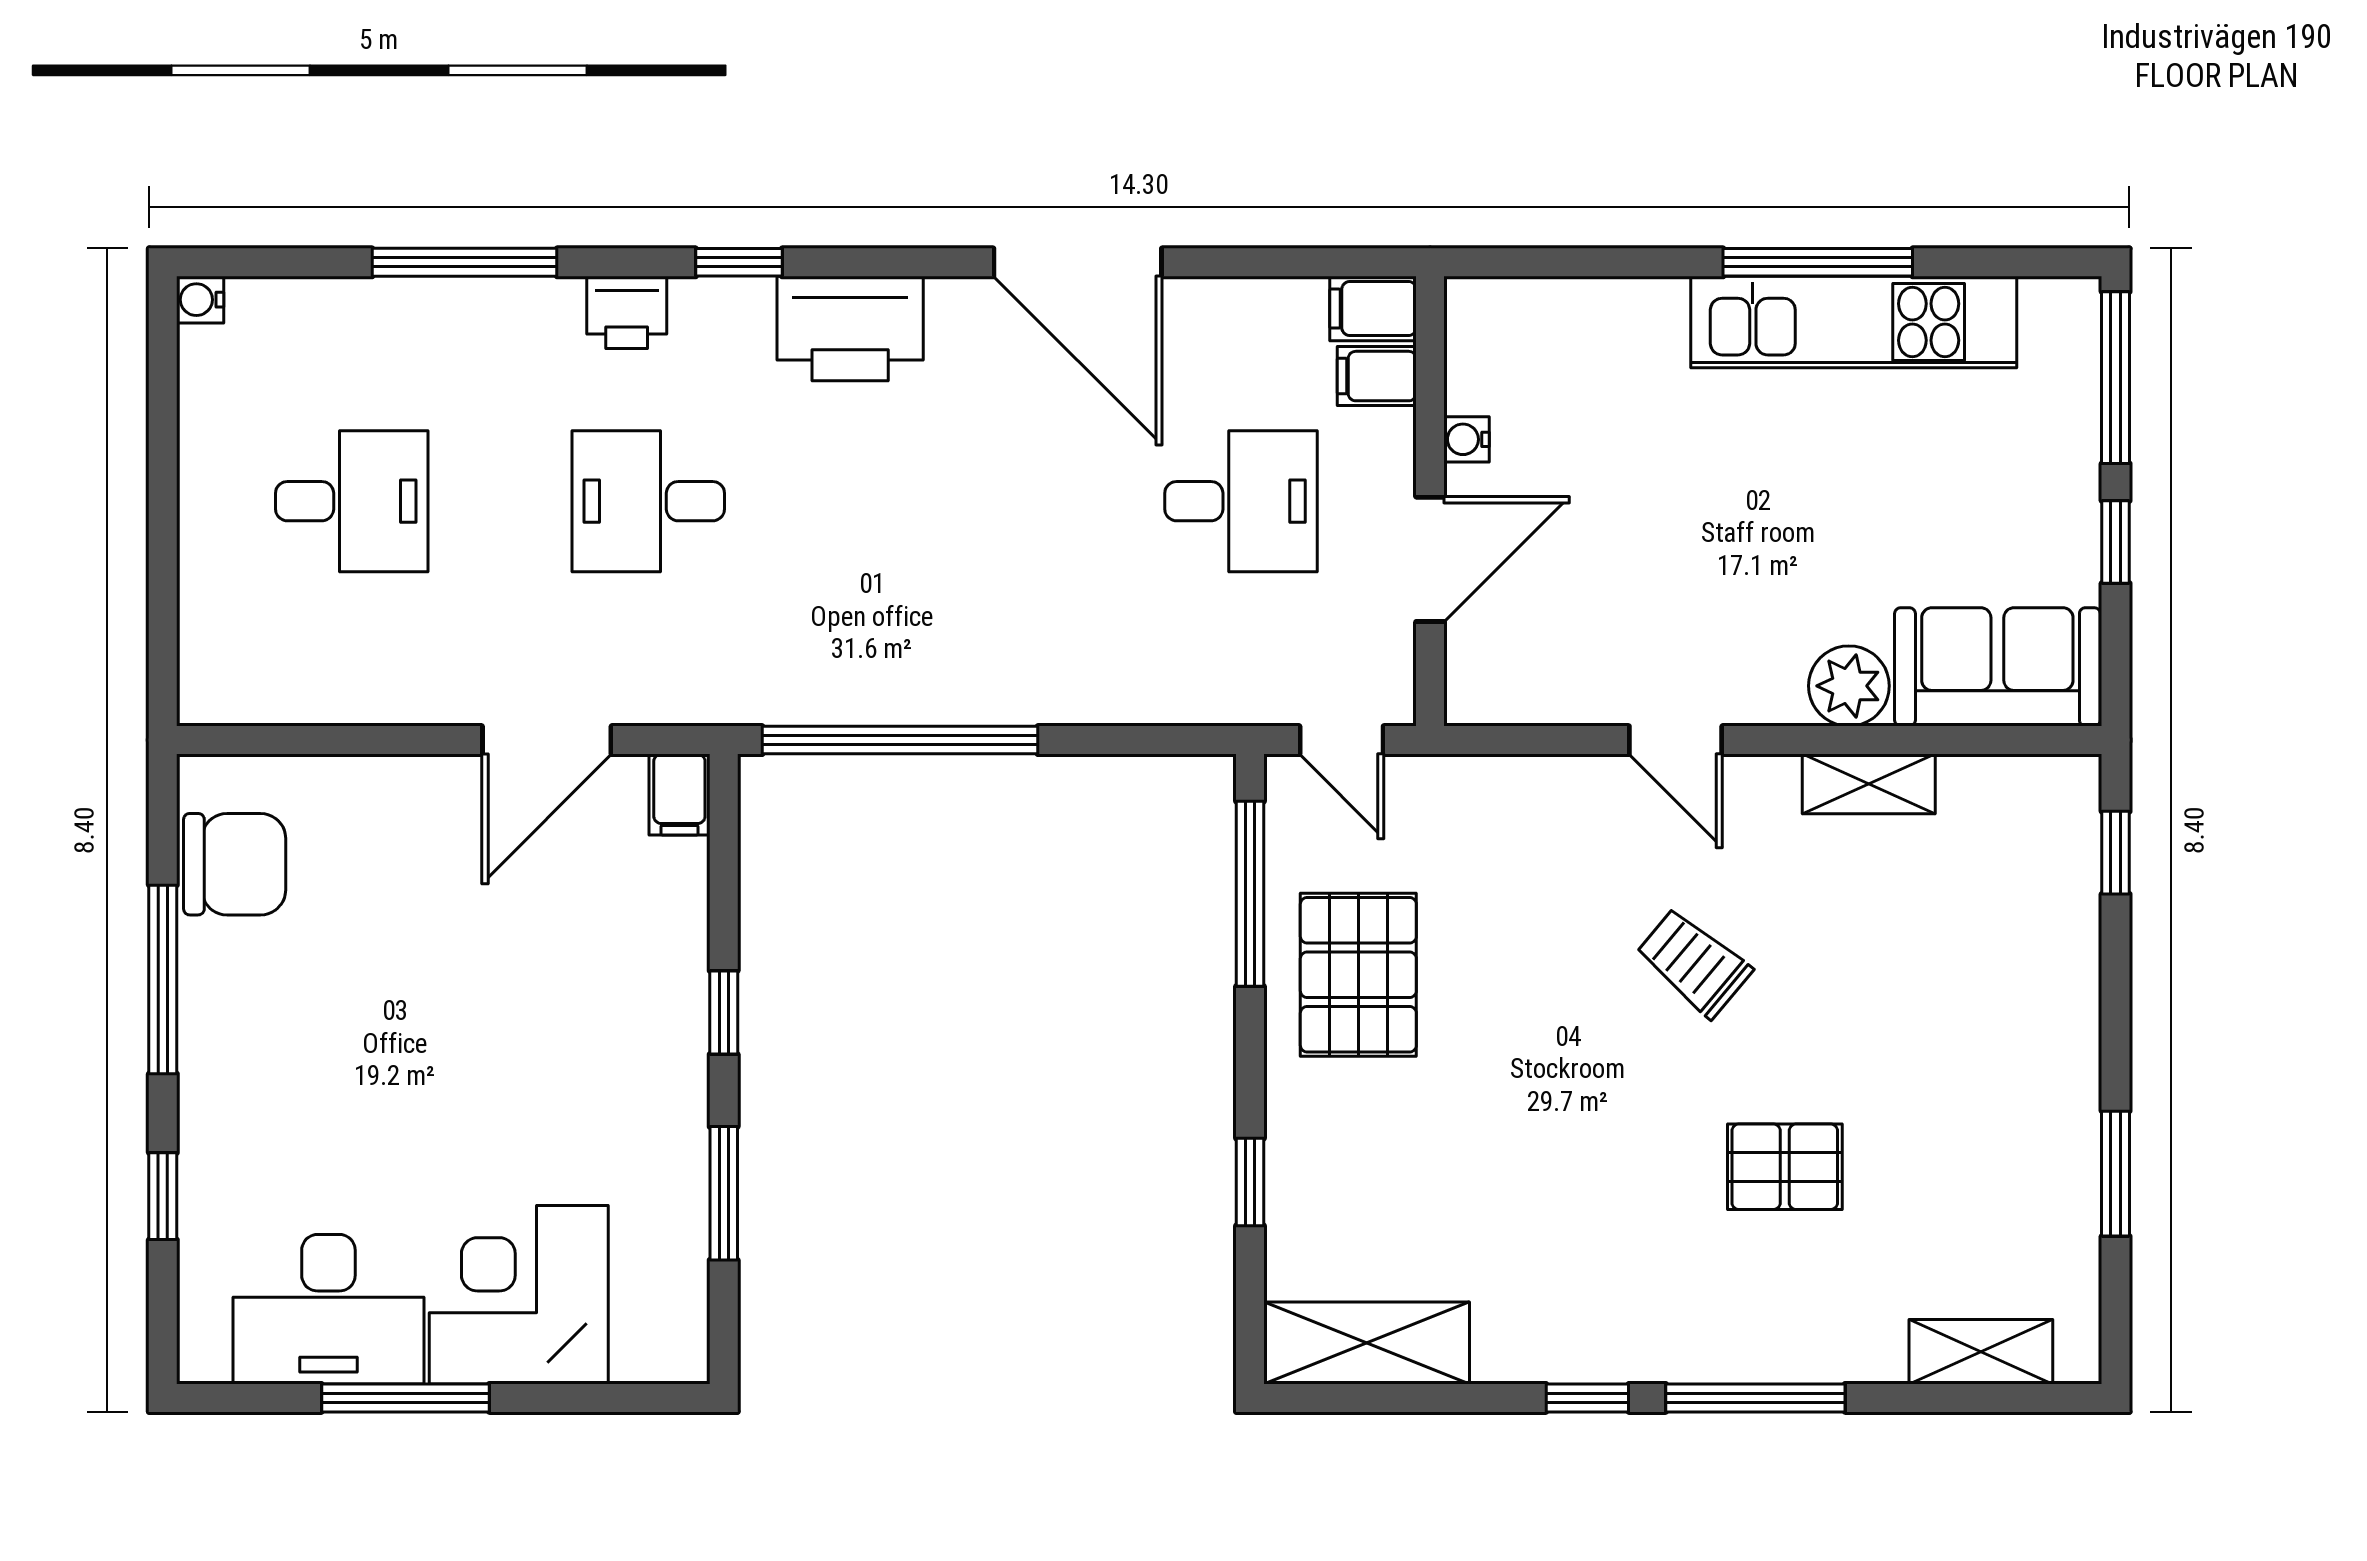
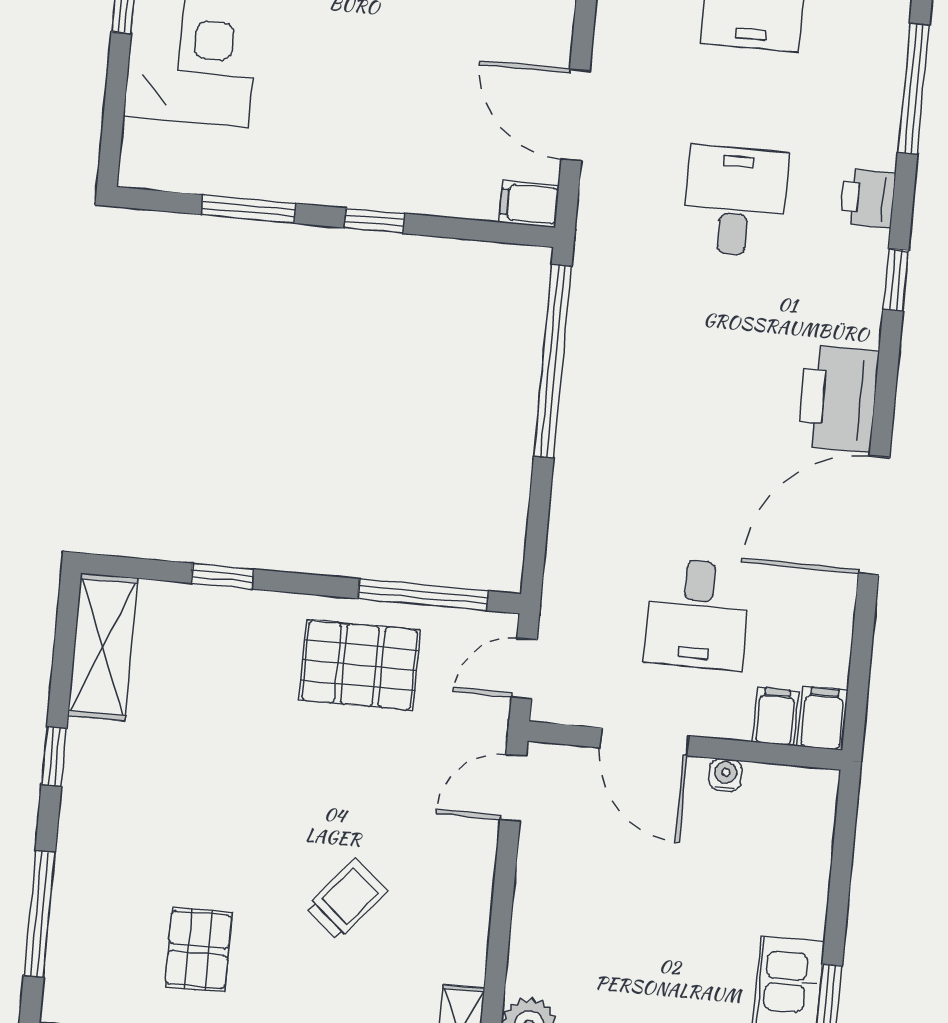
printer: (850, 329) -> (838, 398), moved
door: (1676, 740) -> (513, 788), moved
window: (1587, 1398) -> (54, 757), moved

